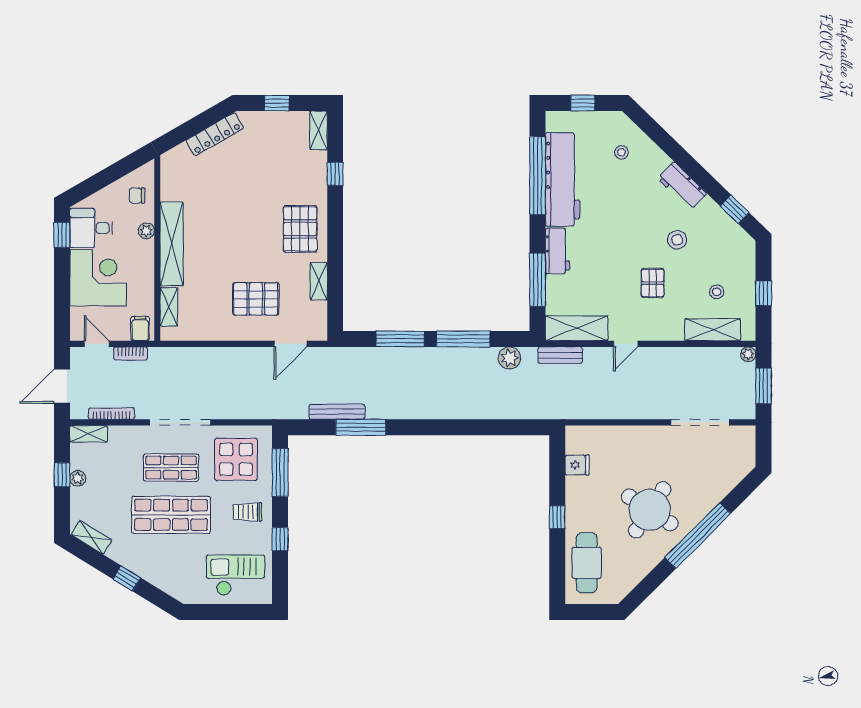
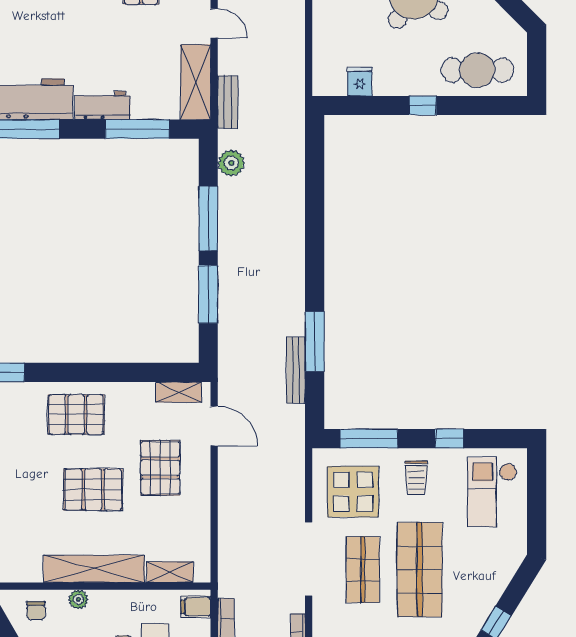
pallet: (238, 243) -> (93, 490), added
shelving: (319, 281) -> (179, 392), moved

